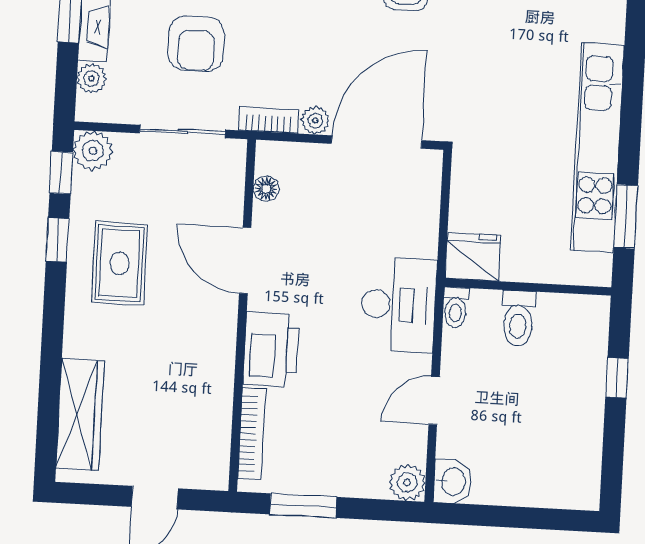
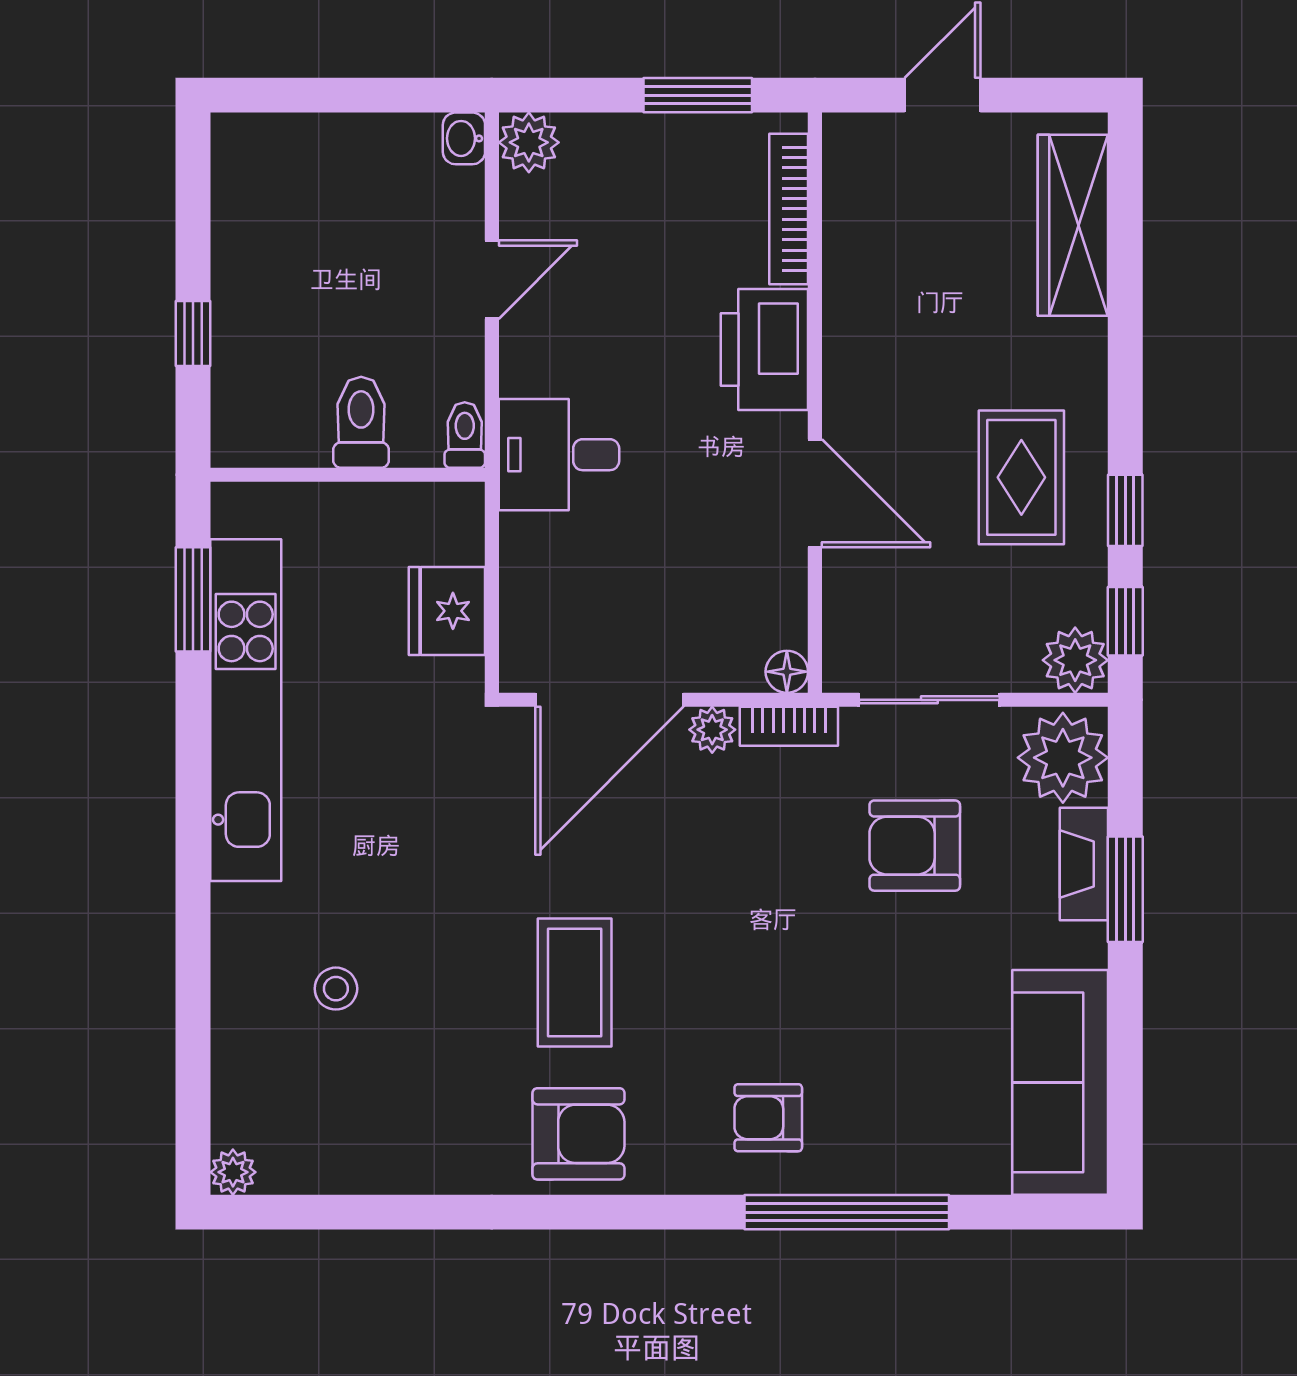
armchair: (196, 44) -> (915, 846), turned -90
plant: (91, 78) -> (1063, 758), width x1.88, depth x1.88
floor lamp: (266, 189) -> (787, 672), moved
fridge: (473, 257) -> (447, 611), moved, turned 90
desk: (398, 305) -> (559, 455), width x0.73
washbasin: (452, 481) -> (464, 138), width x0.72, depth x0.69

